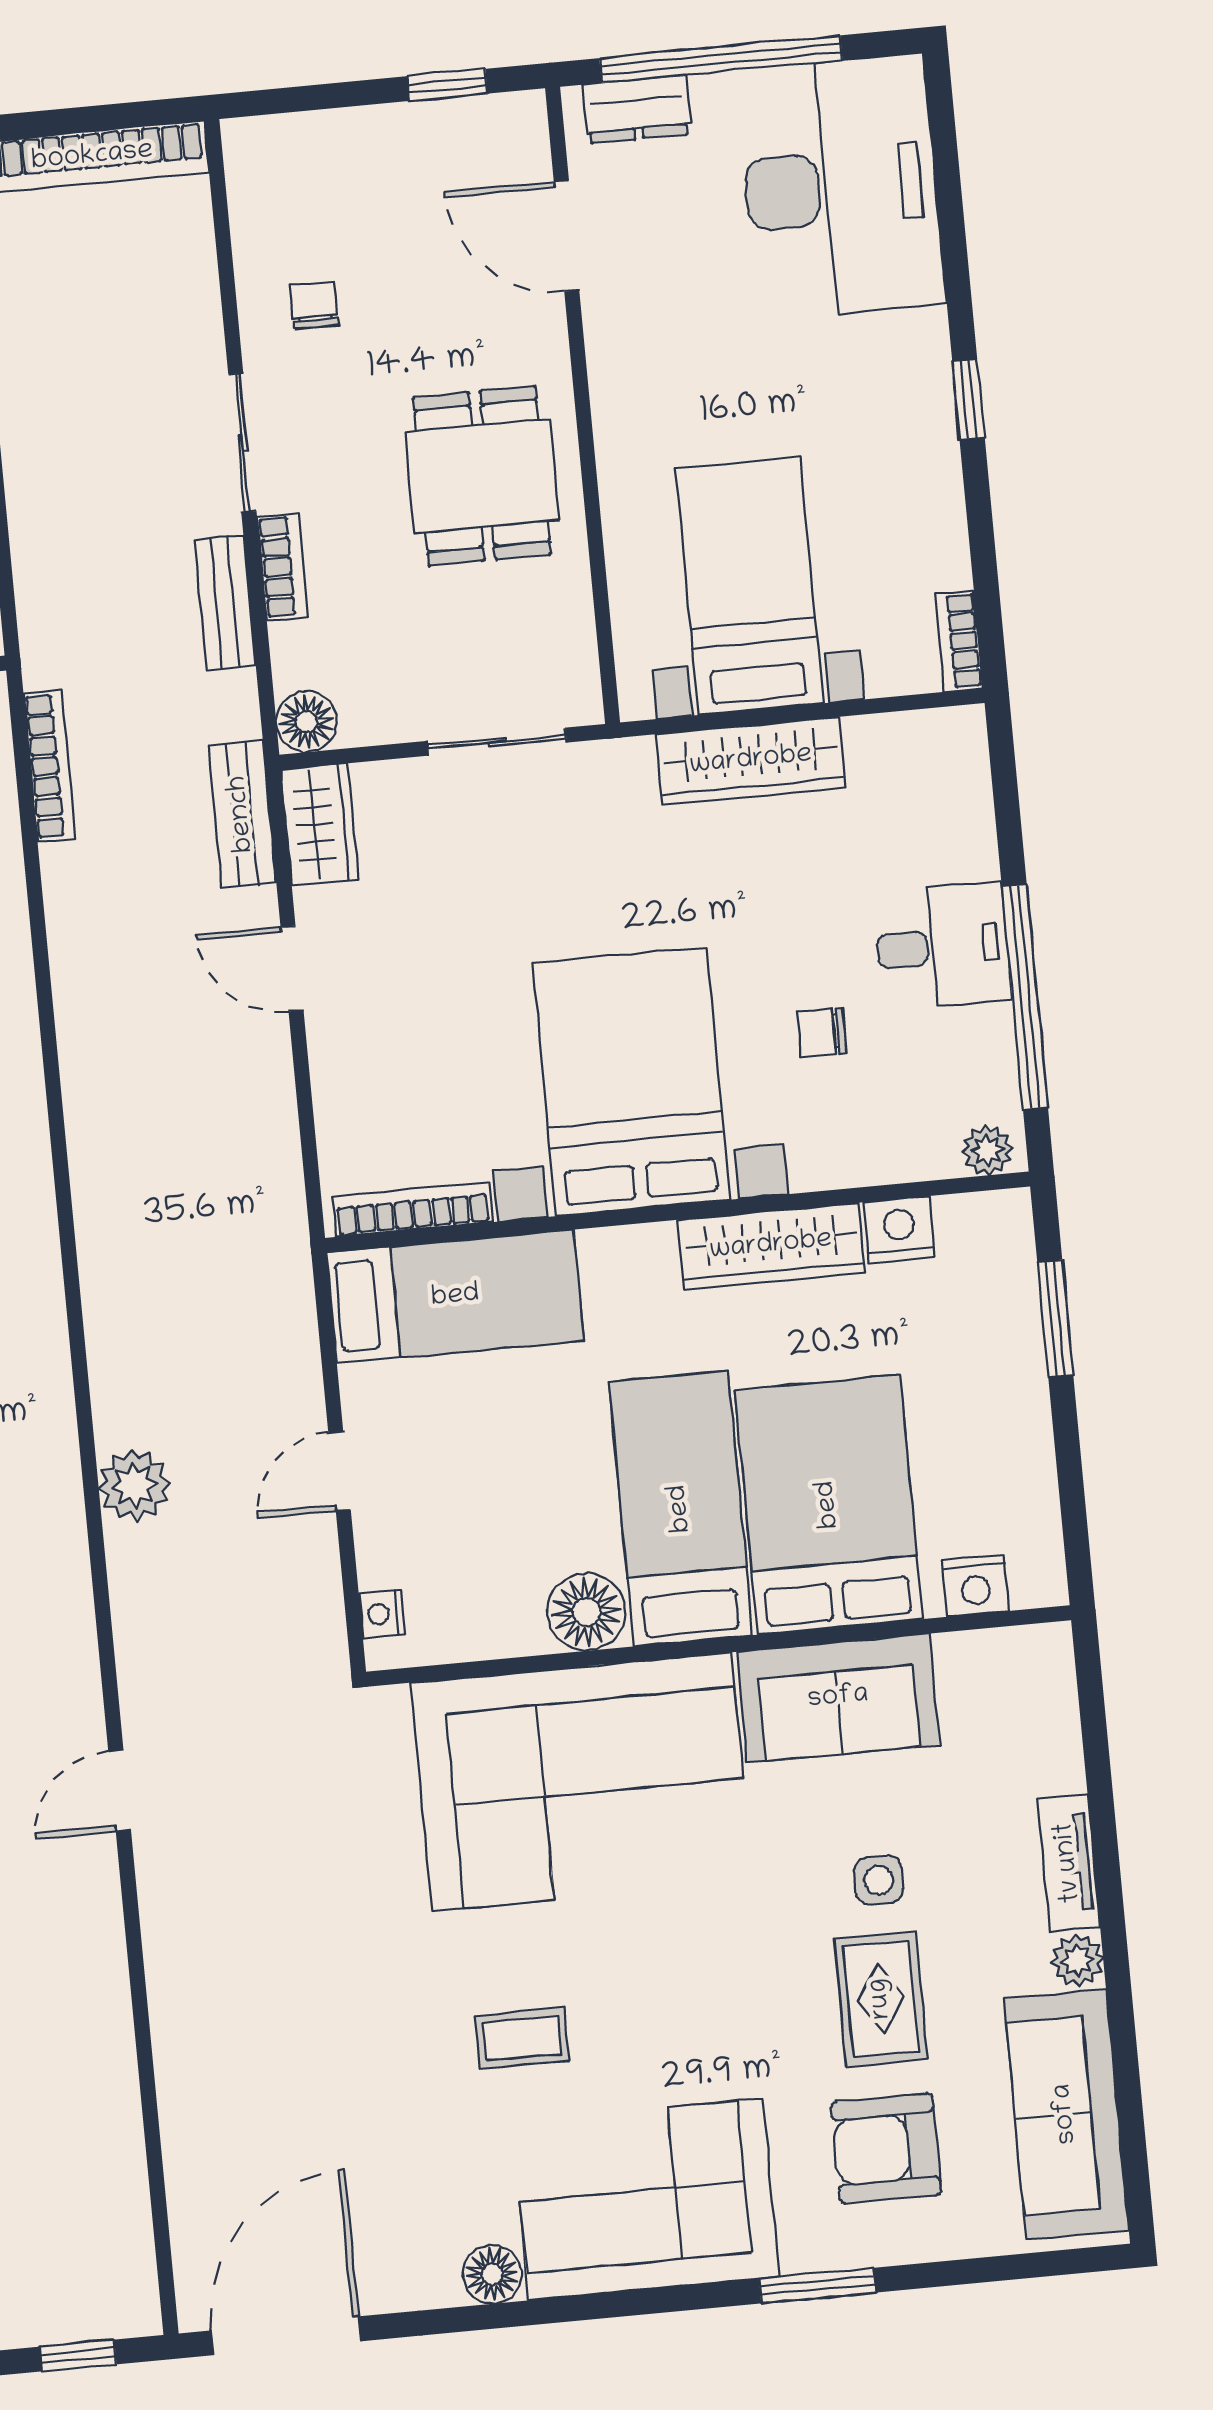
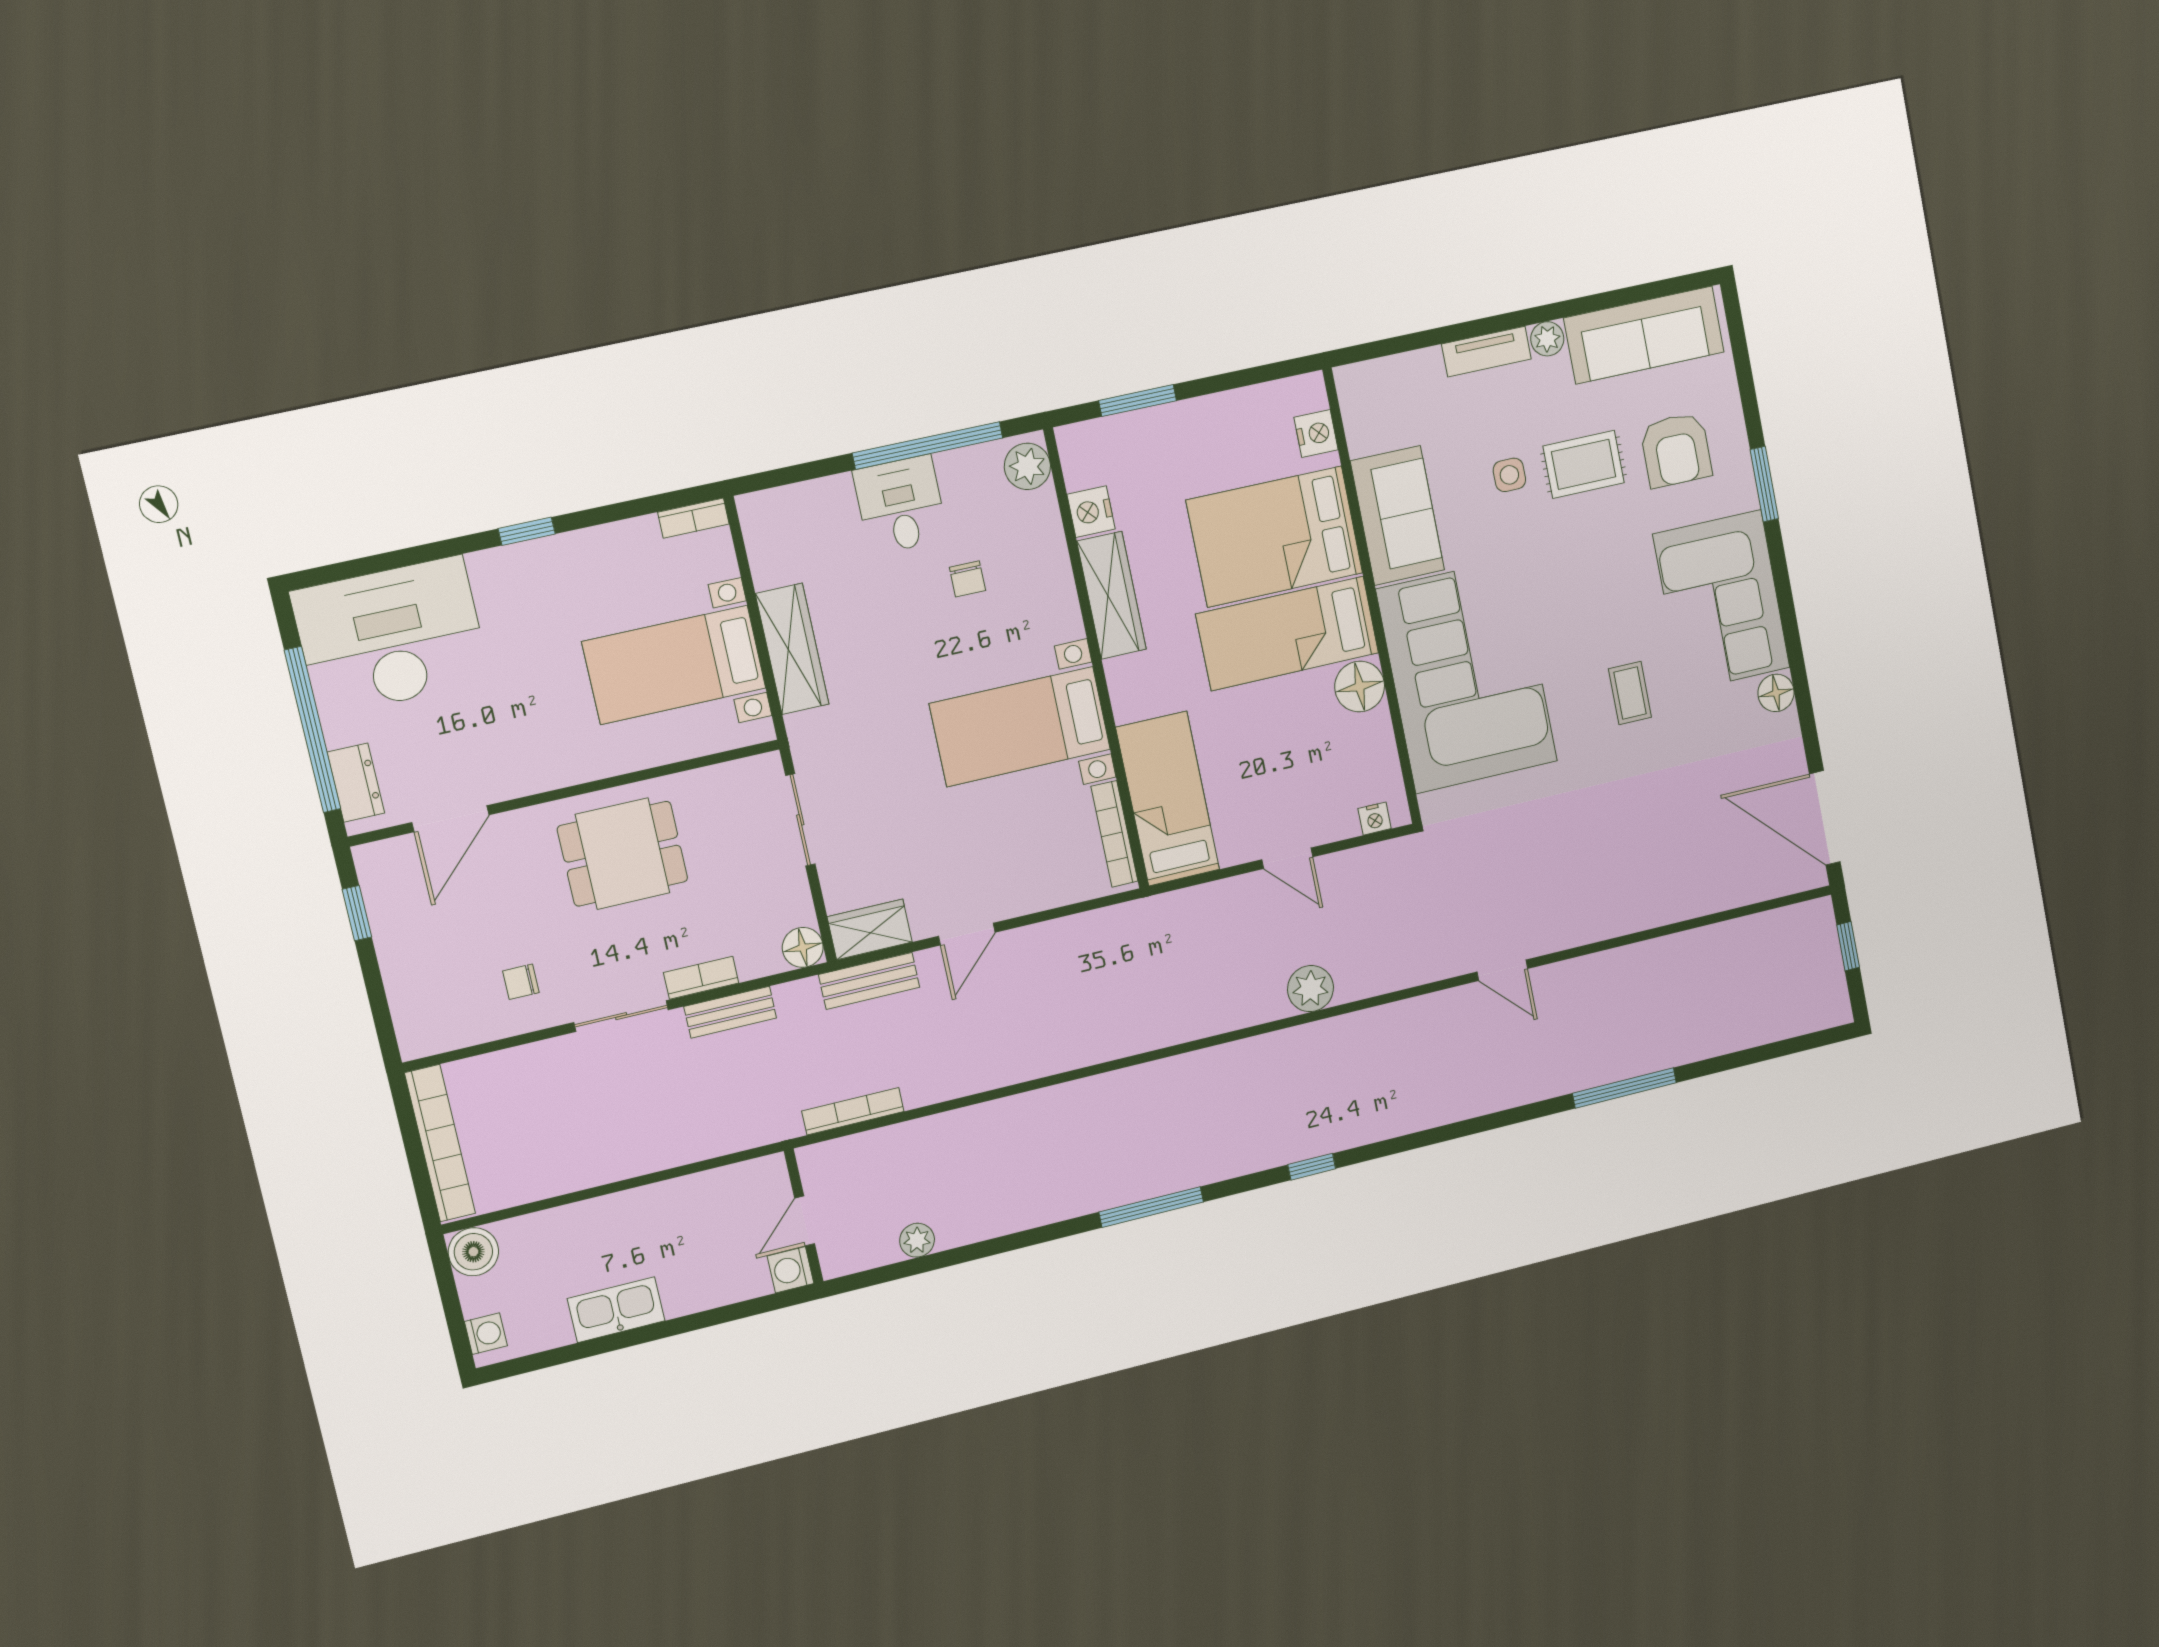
bed with nightstands: (631, 1082) -> (1020, 727), width x0.73
plant: (987, 1150) -> (1027, 466), width x1.38, depth x1.38

